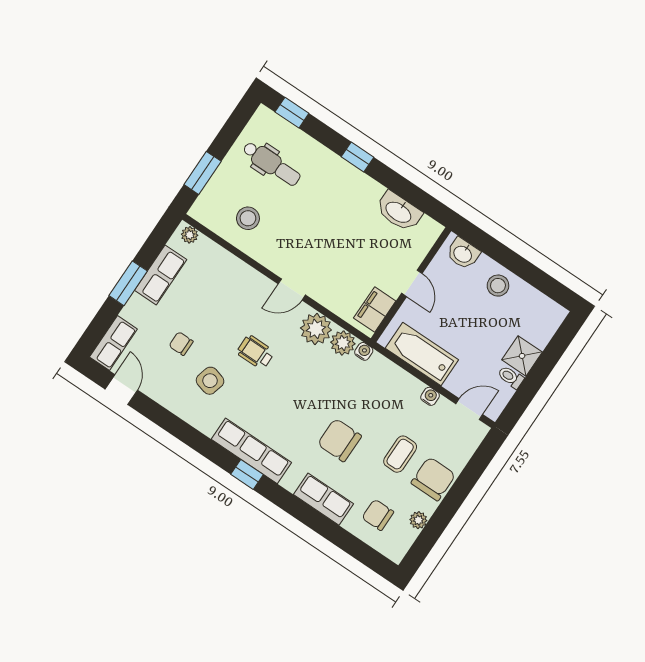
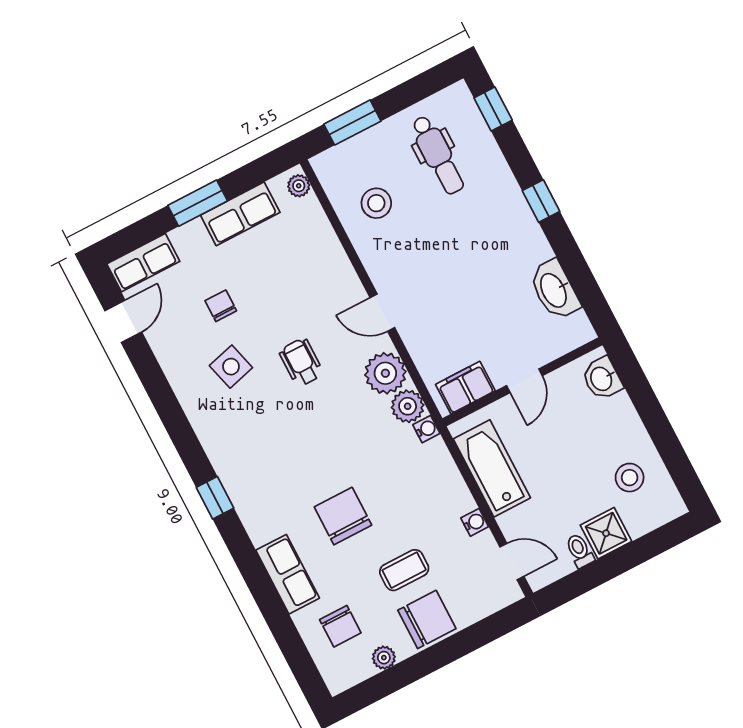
stool: (498, 286) -> (630, 478), moved
side table: (210, 381) -> (231, 367), turned -30
row of seats: (251, 451) -> (235, 473), removed
chair: (378, 515) -> (340, 626), turned 180

